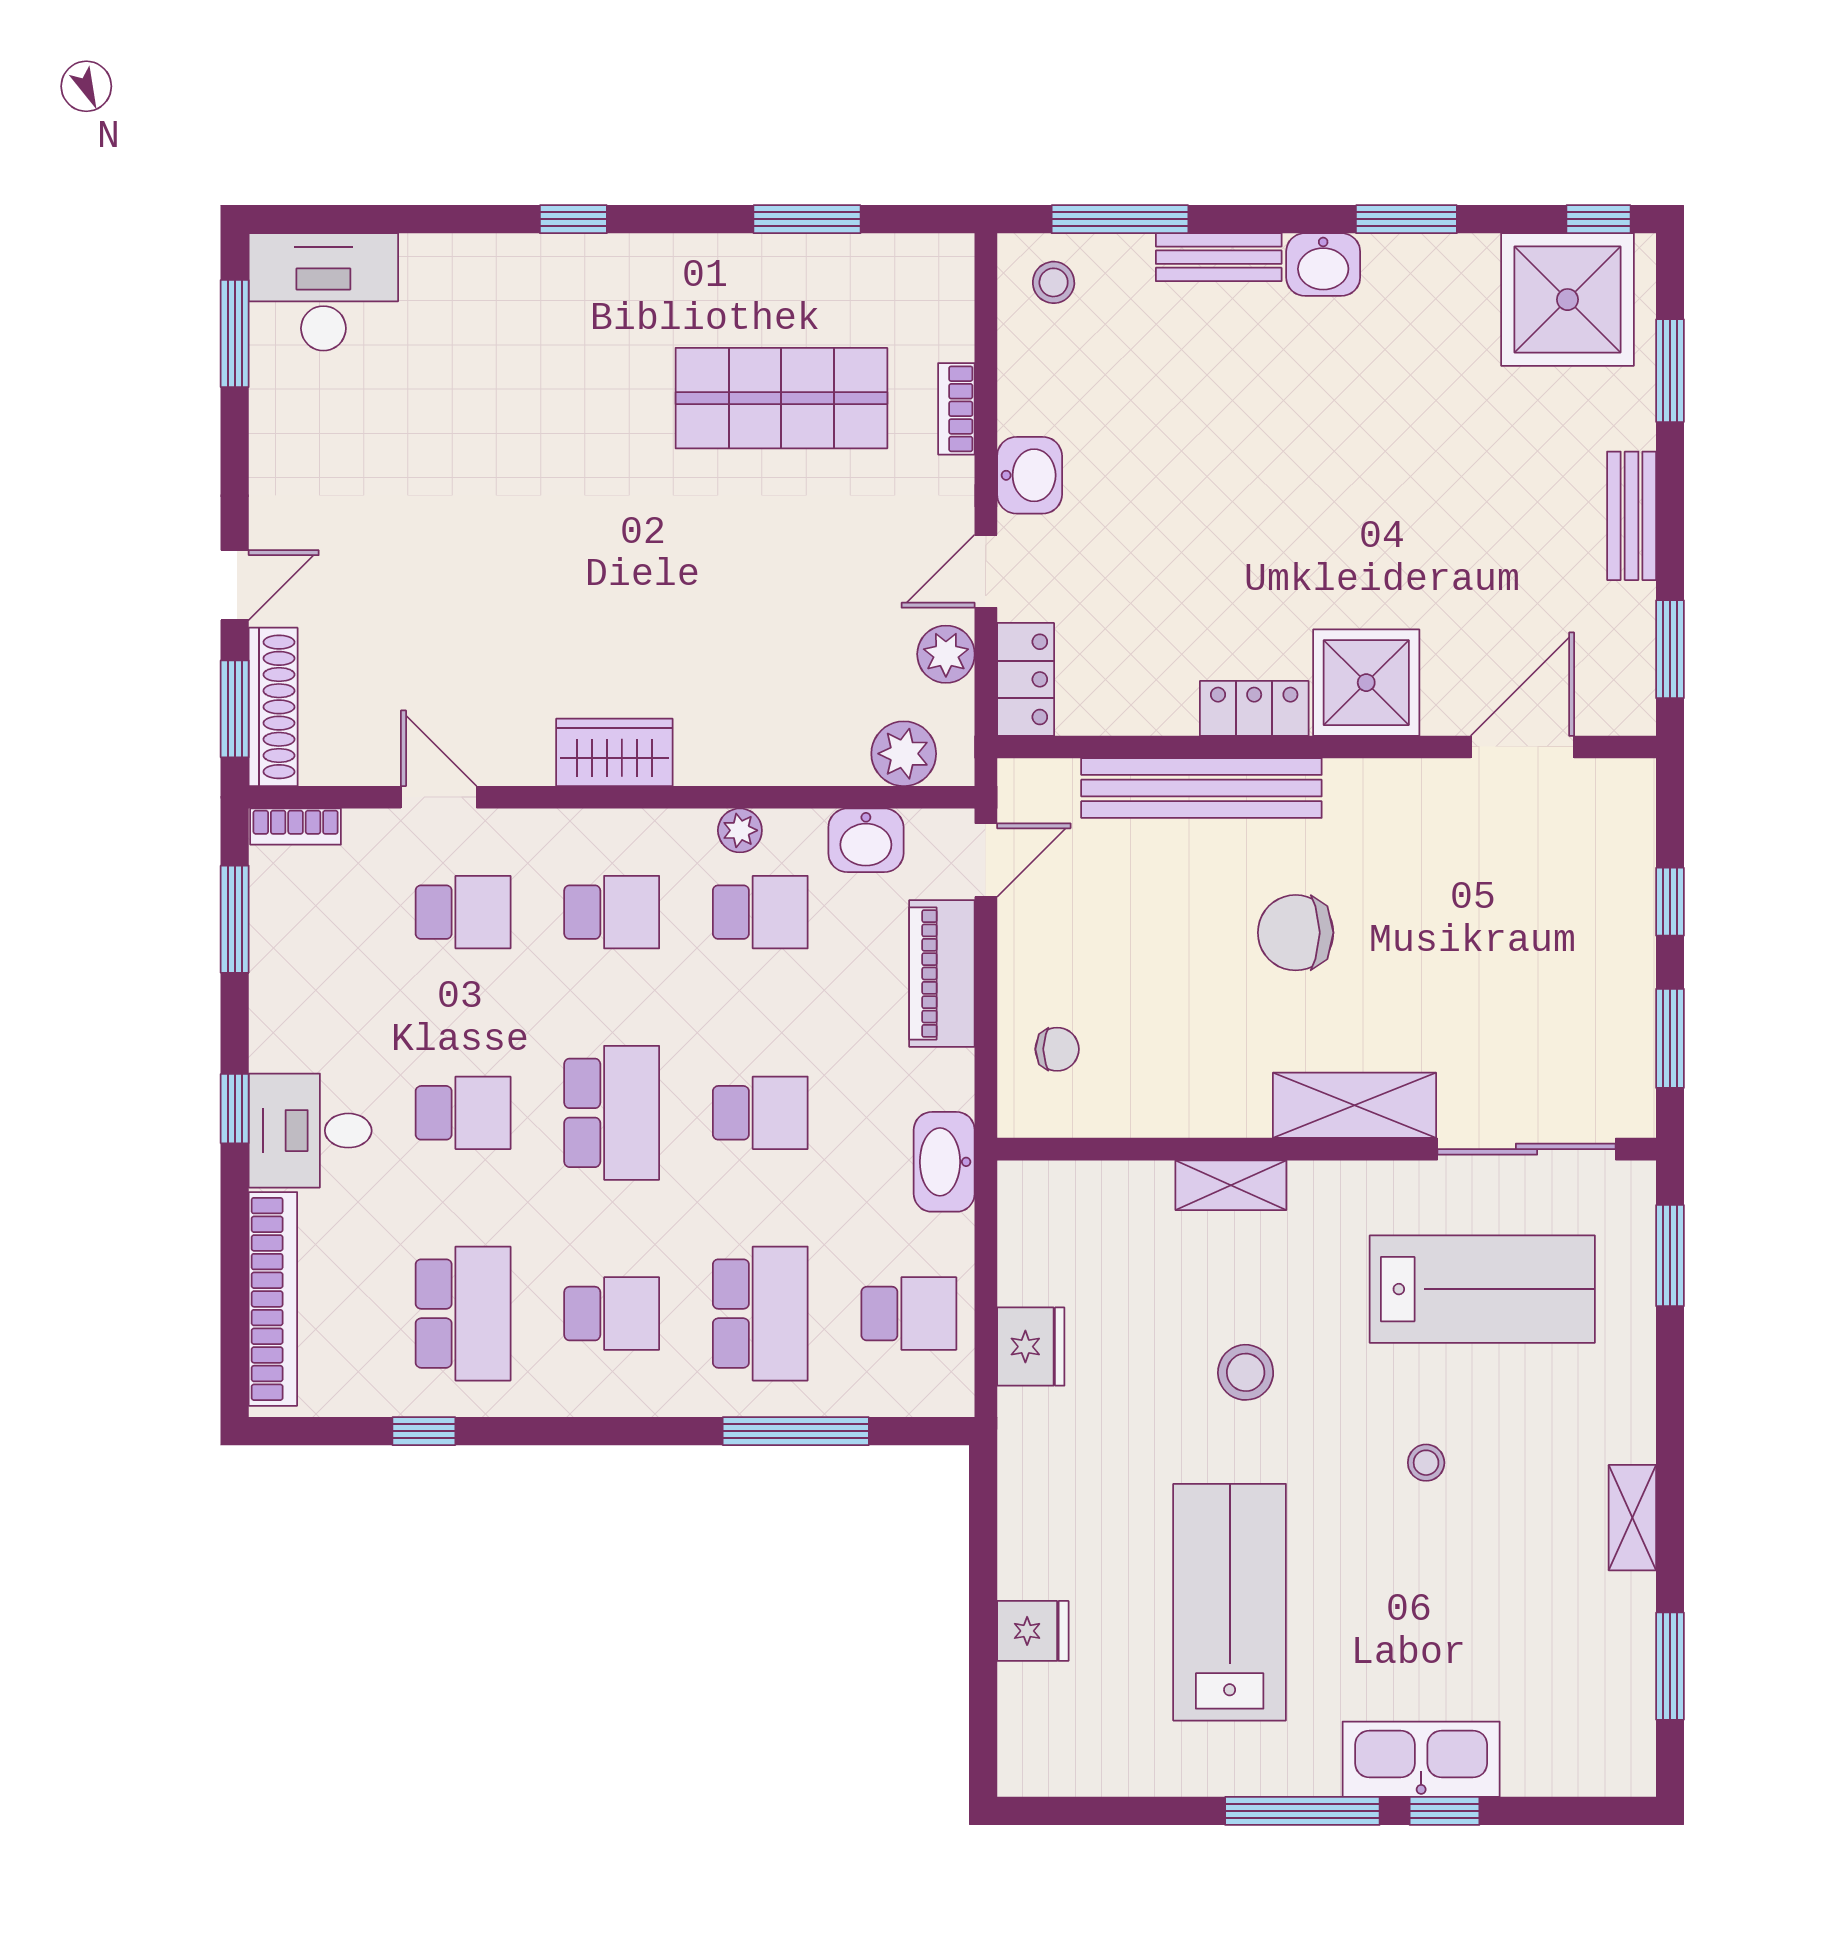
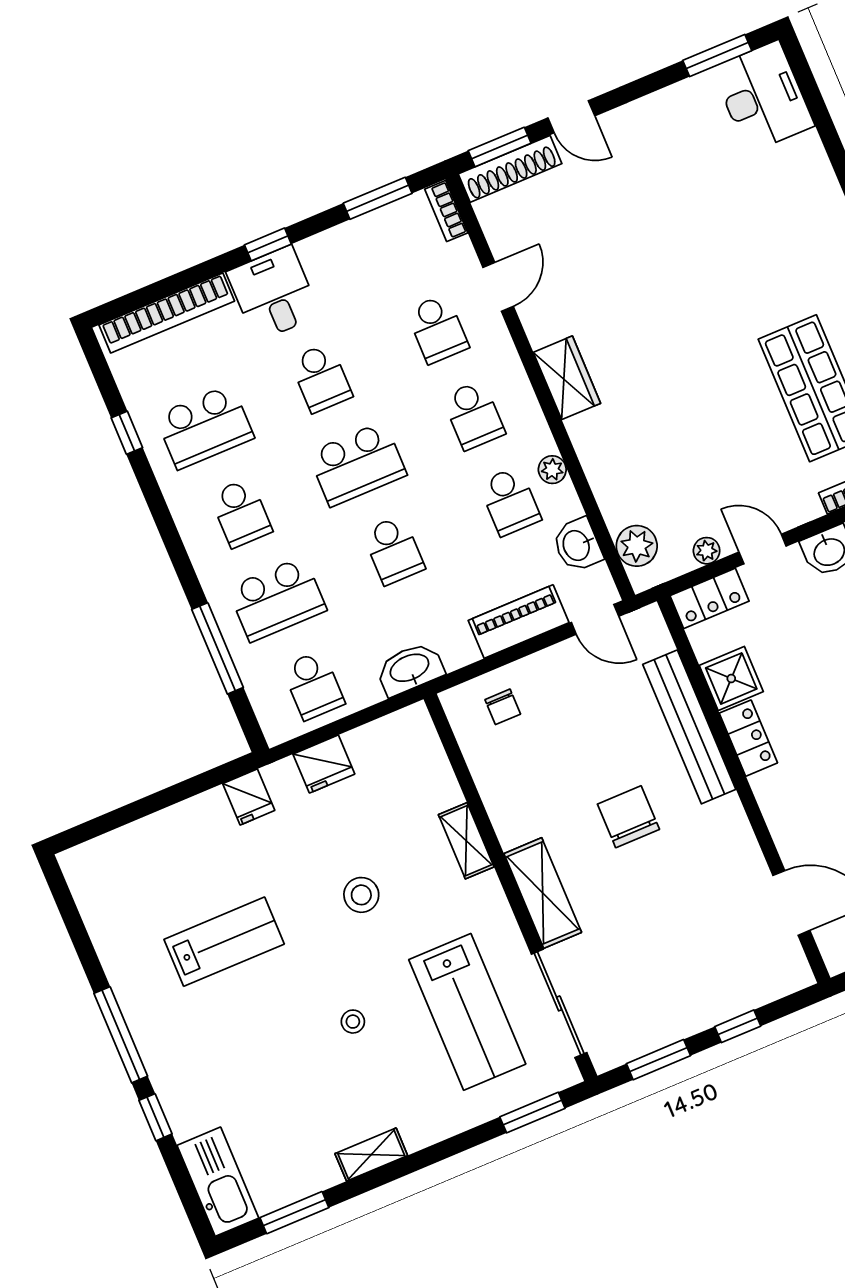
plant: (946, 654) -> (707, 551), width x0.73, depth x0.73
shower: (1366, 683) -> (731, 678), moved, width x0.73, depth x0.73
lab bench: (1230, 1602) -> (224, 942), width x0.73, depth x0.72
fridge: (1033, 1631) -> (249, 797), moved
kitchen sink: (1421, 1759) -> (218, 1182), moved

